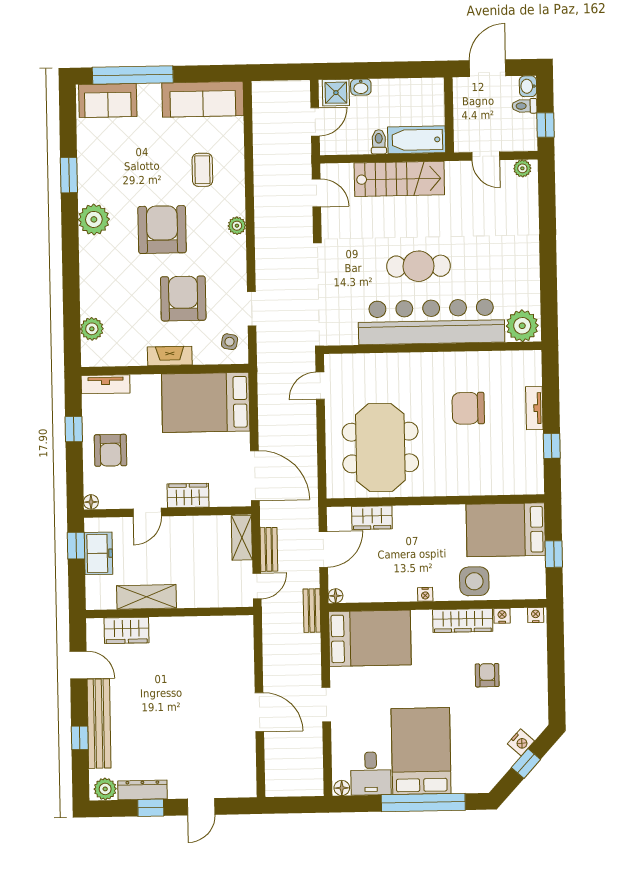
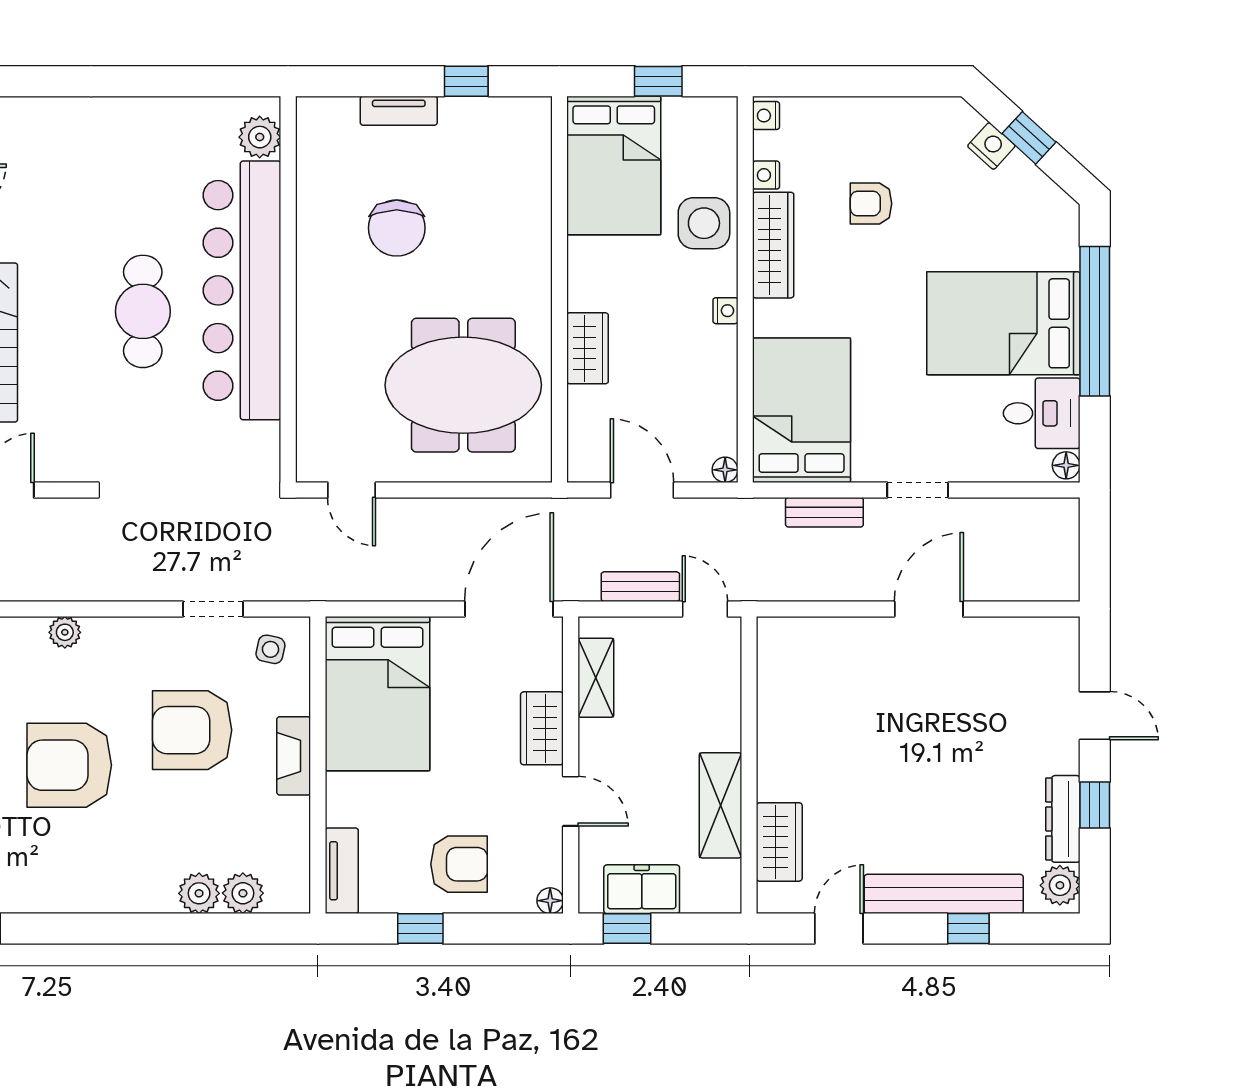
plant: (94, 219) -> (199, 893), moved, width x0.73, depth x0.73
plant: (522, 326) -> (260, 137), width x0.73, depth x0.73
wardrobe: (372, 518) -> (588, 348), moved
shelving: (242, 538) -> (596, 678), moved, turned 90
bench: (312, 611) -> (824, 512), moved

